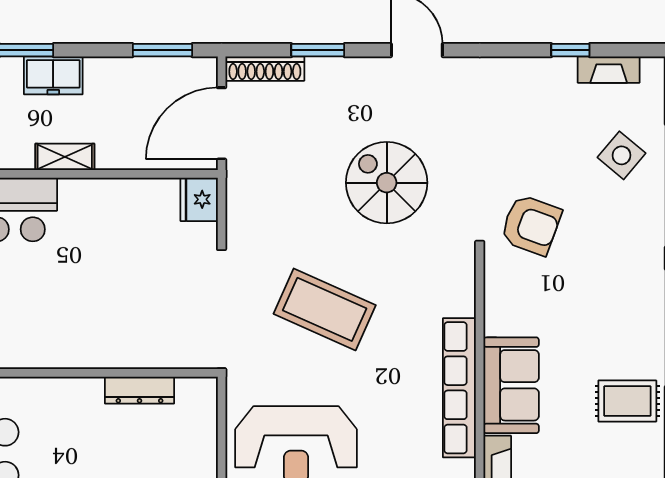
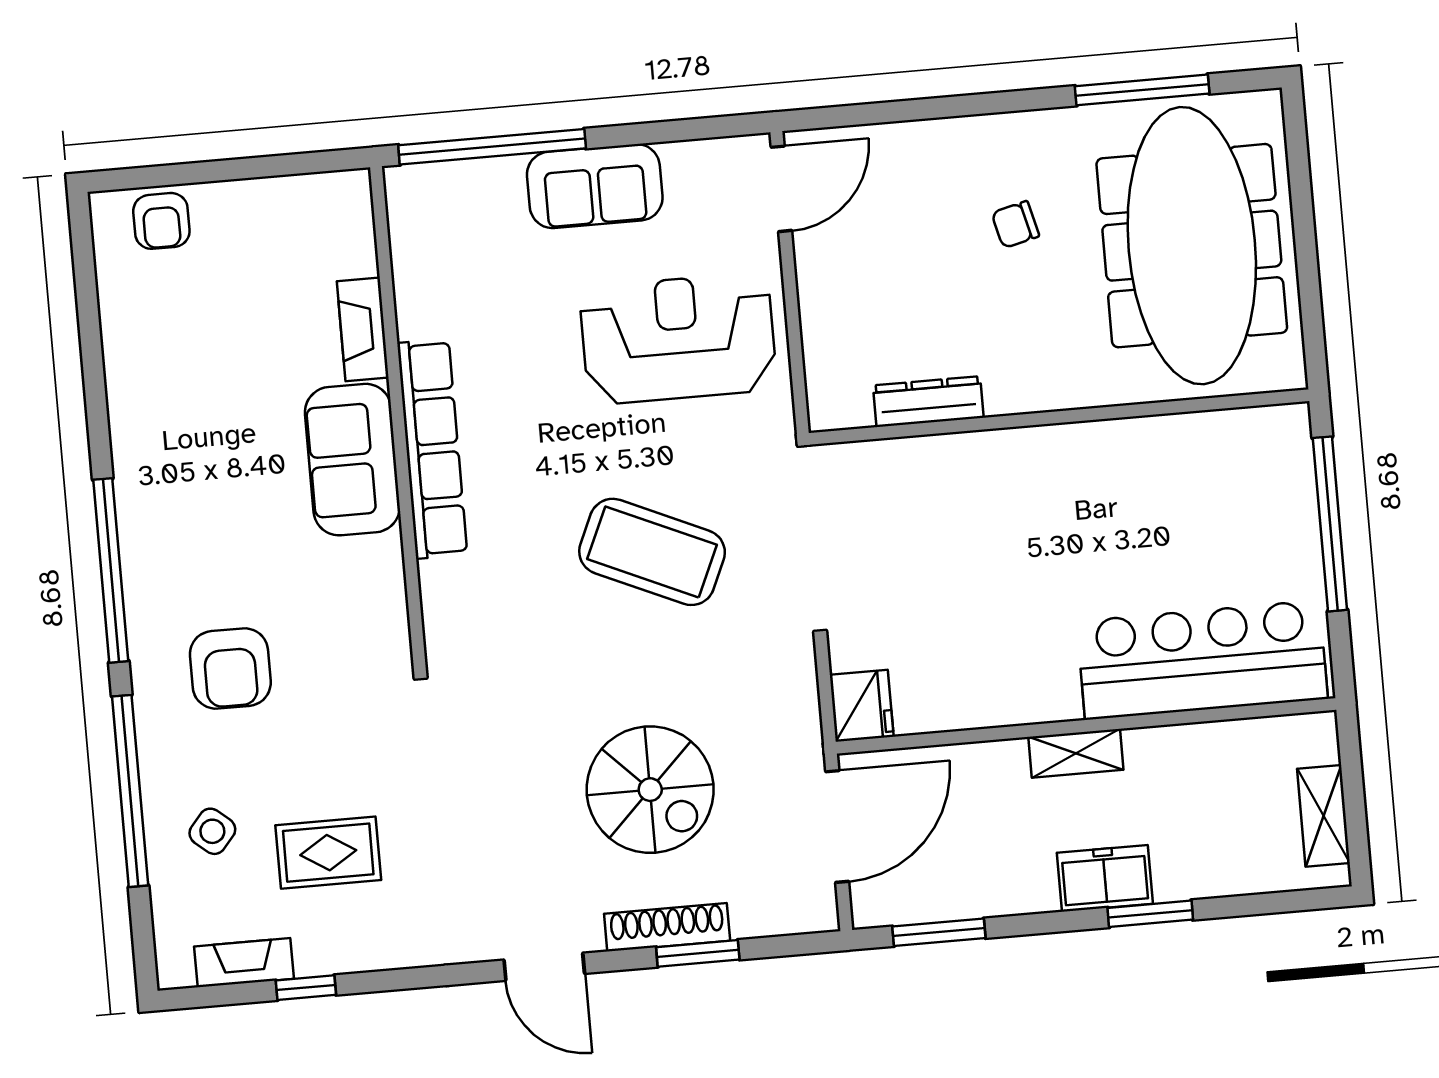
shoe rack: (265, 69) -> (667, 927), moved
side table: (622, 155) -> (212, 831), width x0.73, depth x0.73
spiral stairs: (387, 183) -> (650, 790), moved
armchair: (531, 225) -> (230, 668), moved, turned -110
rug: (627, 401) -> (328, 853), moved

